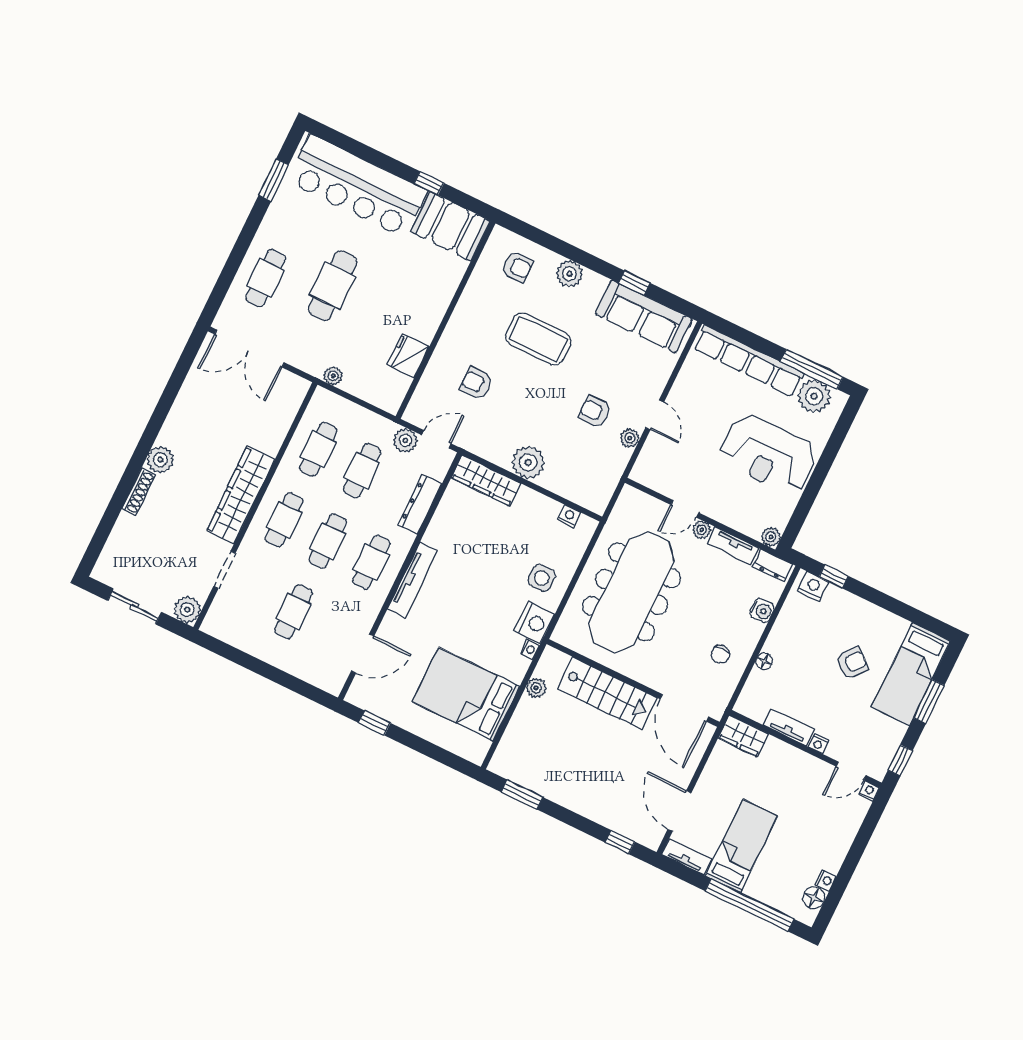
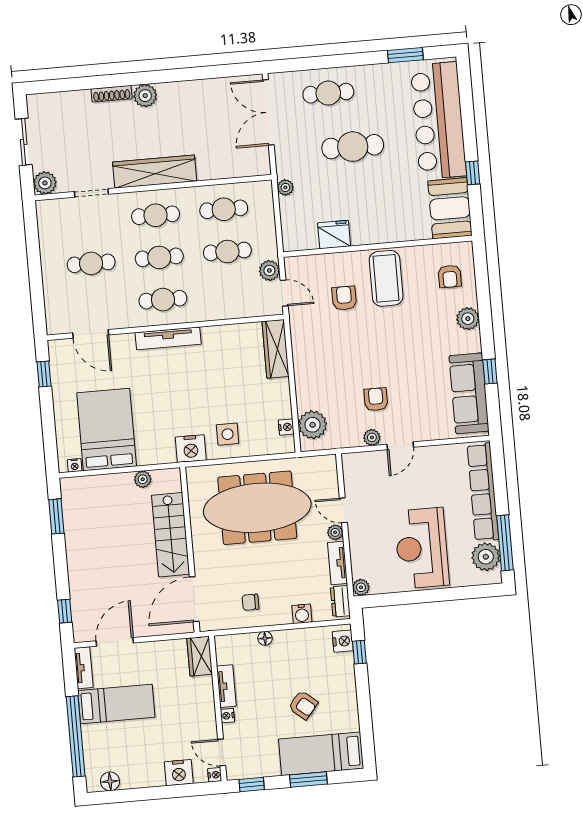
coffee table: (538, 339) -> (386, 278), moved
plant: (528, 462) -> (313, 425), moved
dresser: (420, 504) -> (228, 310), removed
nightstand: (530, 649) -> (75, 465), moved
nightstand: (826, 880) -> (179, 773), moved, width x1.89, depth x1.79

